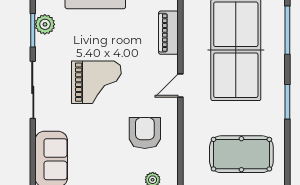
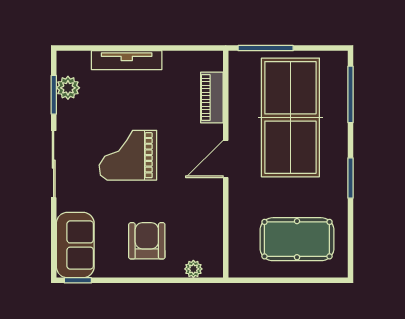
grand piano: (96, 82) -> (128, 155), turned 180
door: (180, 85) -> (226, 159), width x1.38
armchair: (145, 133) -> (147, 241), moved

